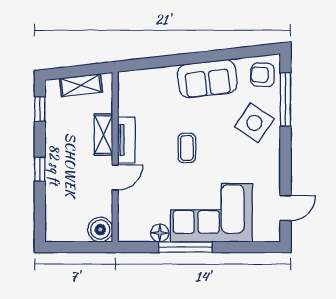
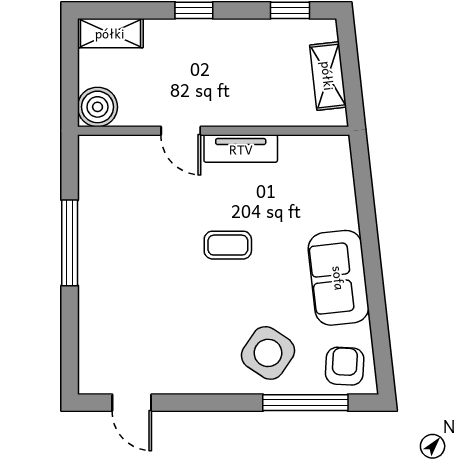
shelving: (104, 135) -> (110, 33), moved
corner sofa: (211, 213) -> (124, 284), removed
floor lamp: (160, 233) -> (92, 202), removed

